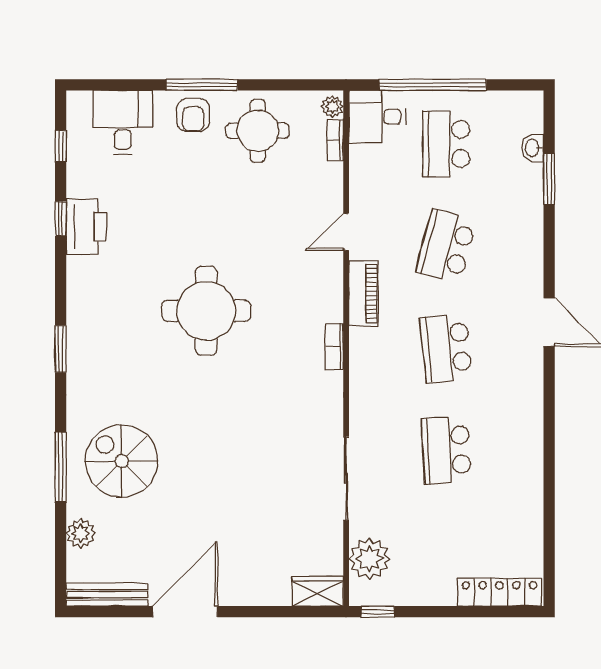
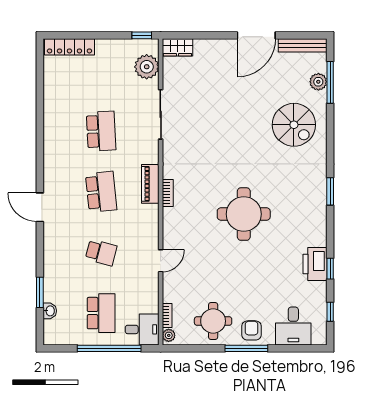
school desk: (446, 246) -> (101, 252), width x0.54
piano: (363, 294) -> (150, 184), moved
window: (61, 467) -> (330, 82), moved

